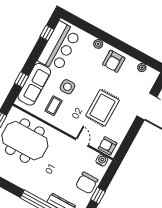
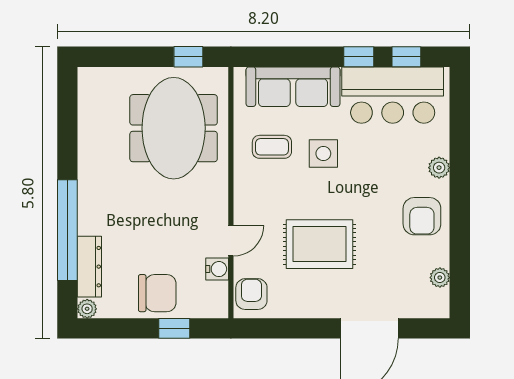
armchair: (114, 61) -> (422, 216), turned -90
window: (22, 80) -> (359, 57), moved
water cooler: (102, 160) -> (217, 269), moved
chair: (87, 183) -> (157, 293), turned 180
window: (98, 196) -> (174, 328), moved

